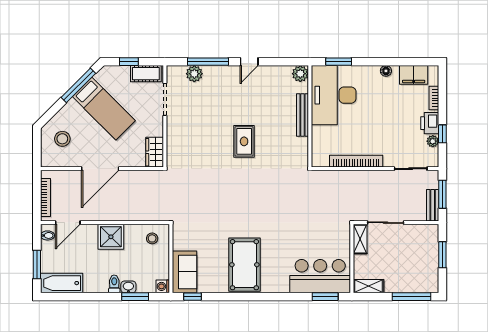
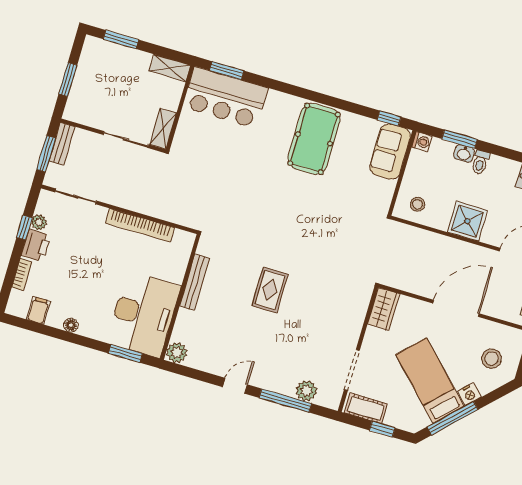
filing cabinet: (414, 75) -> (38, 310), width x0.50
nightstand: (71, 107) -> (469, 394), added
bench: (302, 115) -> (194, 282), moved
window: (411, 297) -> (121, 39), width x0.69

